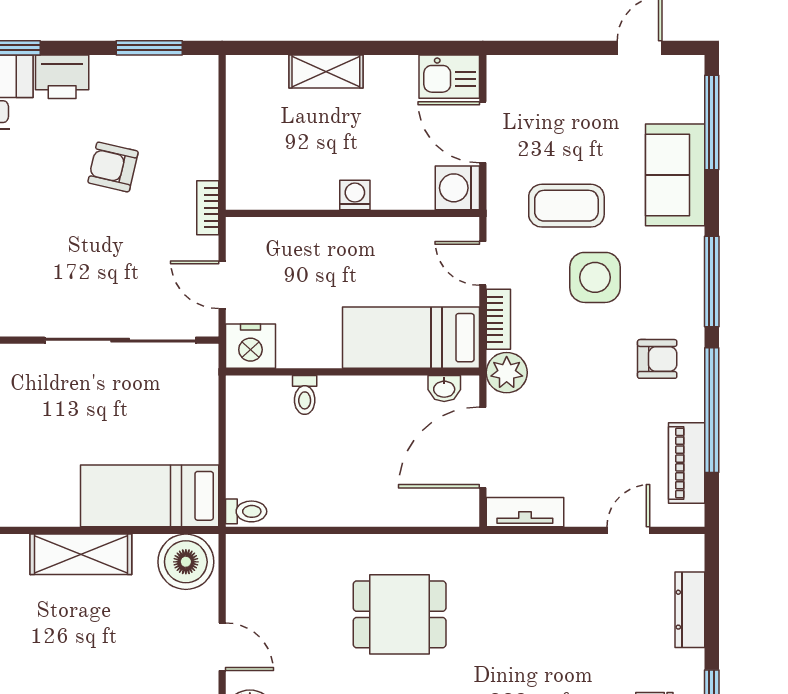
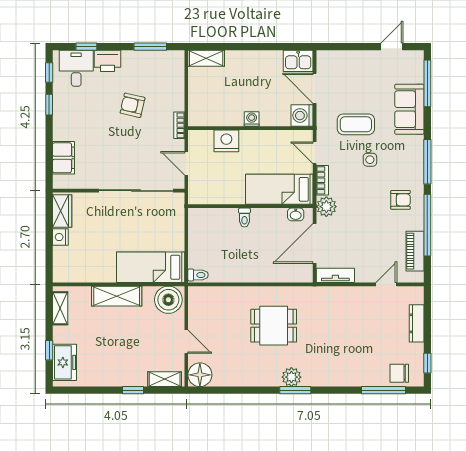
shelving: (326, 71) -> (206, 58), moved
side table: (595, 277) -> (370, 160), width x0.54, depth x0.54
nightstand: (250, 346) -> (226, 141), moved, turned 180
toilet: (305, 395) -> (244, 218), moved

